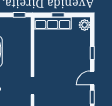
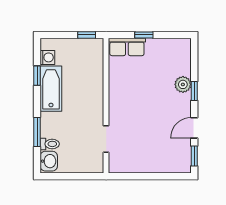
row of seats: (53, 23) -> (127, 47), width x0.68
plant: (85, 25) -> (183, 84), moved

